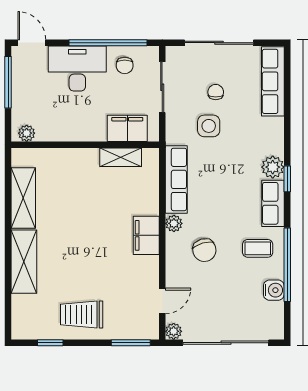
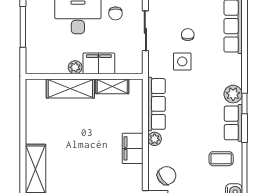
filing cabinet: (127, 128) -> (99, 63), moved
plant: (27, 133) -> (75, 67), moved
shelving: (23, 198) -> (70, 89), moved, turned 90
chair: (204, 250) -> (167, 176), moved, turned -110

